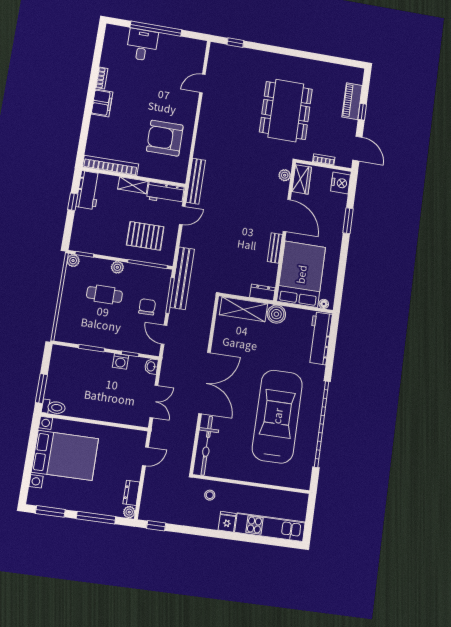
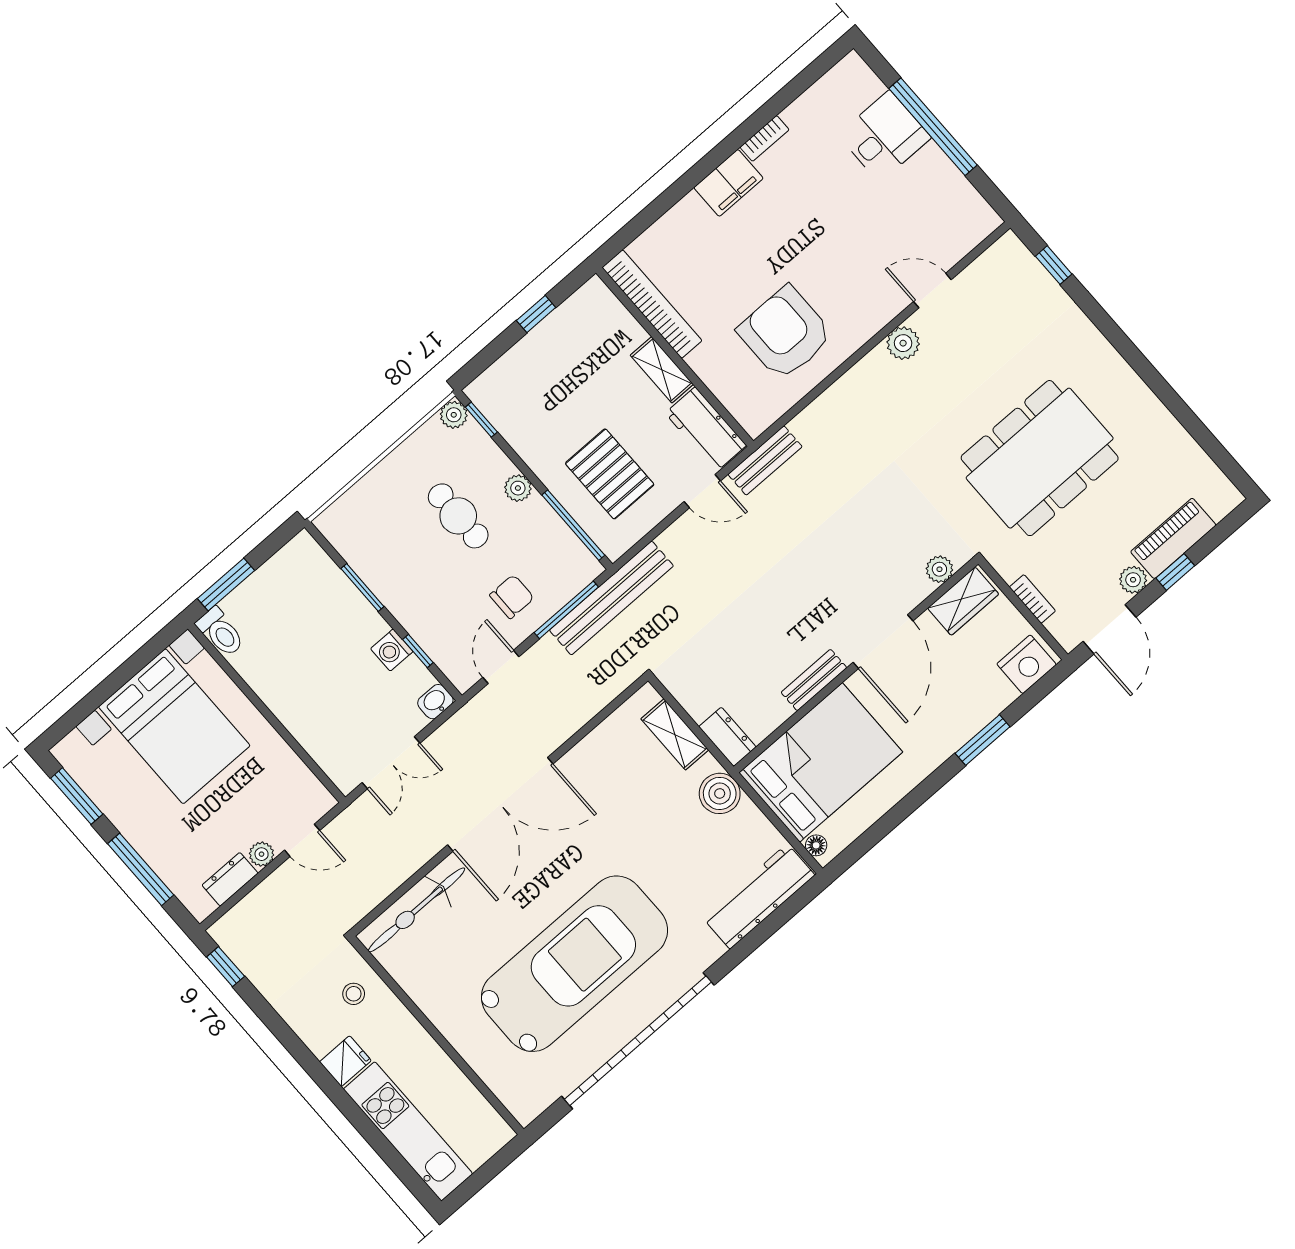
plant: (208, 109) -> (903, 343), added
plant: (351, 126) -> (1133, 580), added
bench: (196, 181) -> (765, 460), width x0.73
workbench: (88, 190) -> (579, 316), removed
shelving: (244, 309) -> (675, 734), width x0.67, depth x0.75
plant: (129, 512) -> (262, 854), moved

